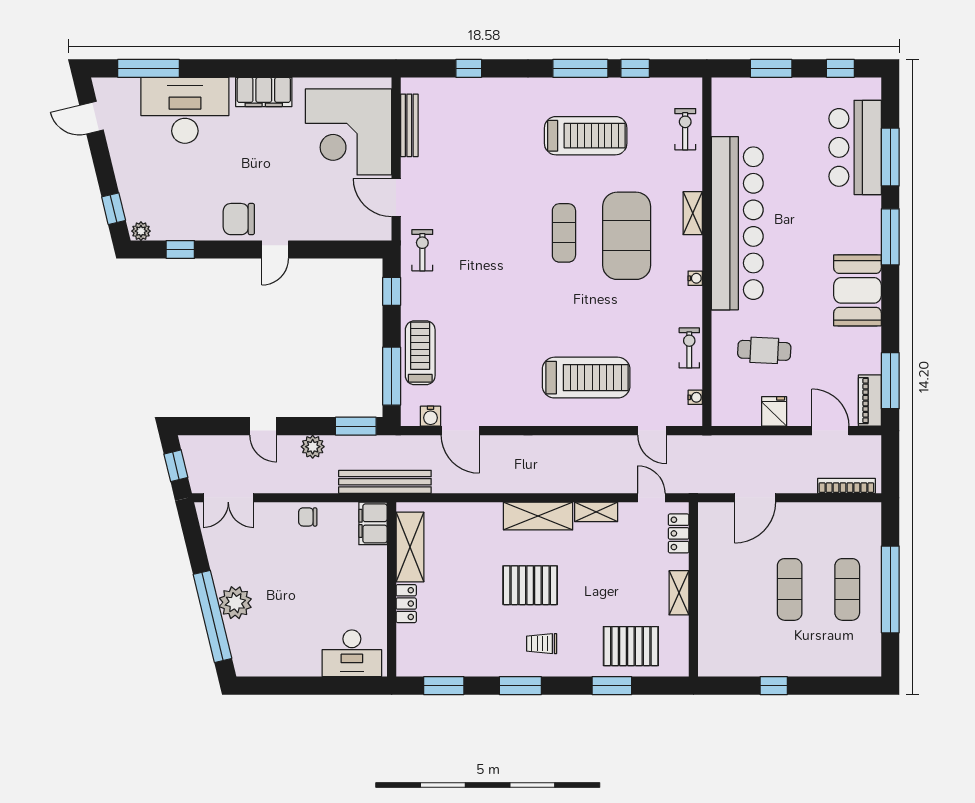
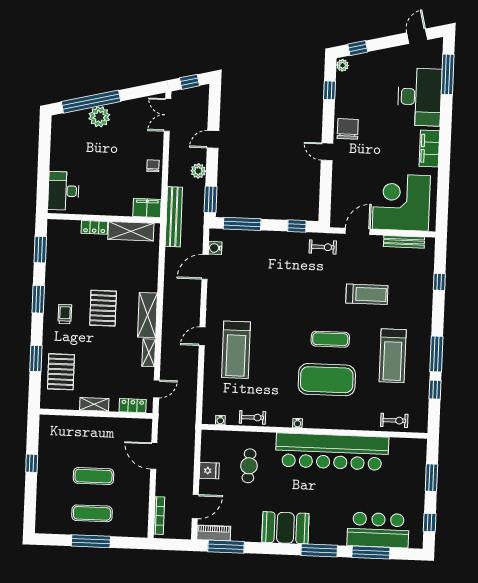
shelving: (693, 213) -> (340, 423), removed
treadmill: (420, 353) -> (367, 294), moved
door: (652, 431) -> (202, 336), moved
window: (890, 589) -> (91, 541), width x0.68

